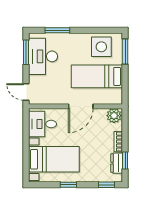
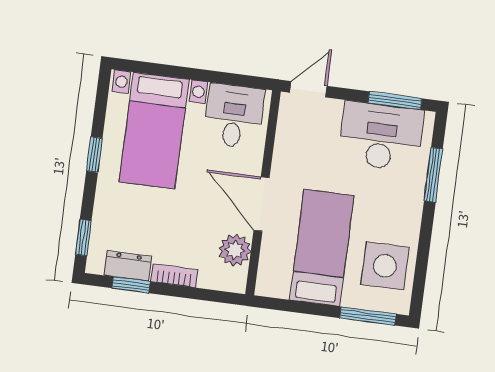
plant: (114, 116) -> (235, 250), moved

